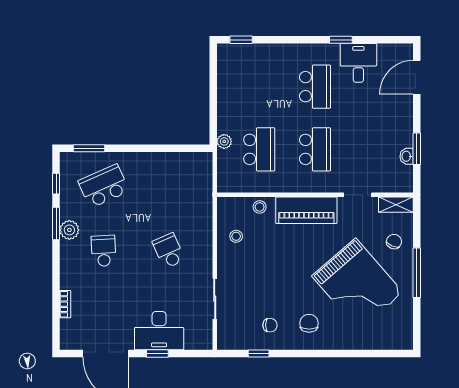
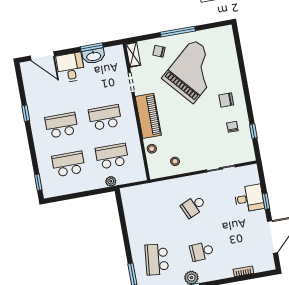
desk: (358, 63) -> (71, 67), moved, turned 90
school desk: (259, 87) -> (68, 164), added
washbasin: (407, 156) -> (94, 56), width x1.91, depth x1.45
school desk: (104, 186) -> (157, 259), turned 30
desk: (159, 331) -> (249, 198), width x0.73

